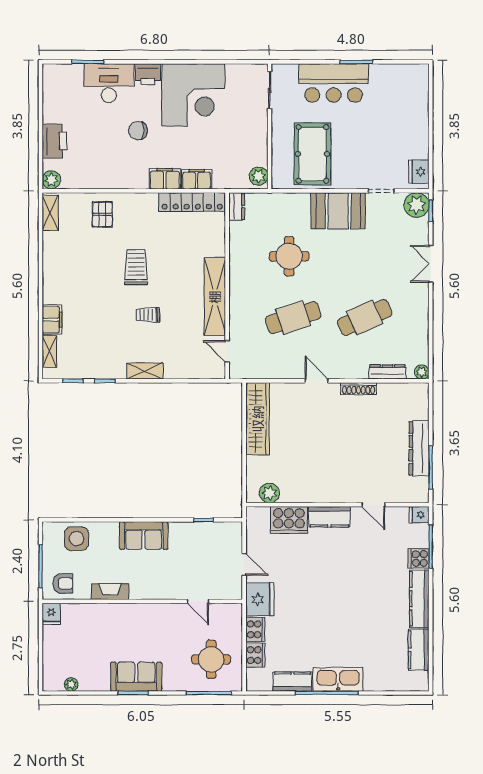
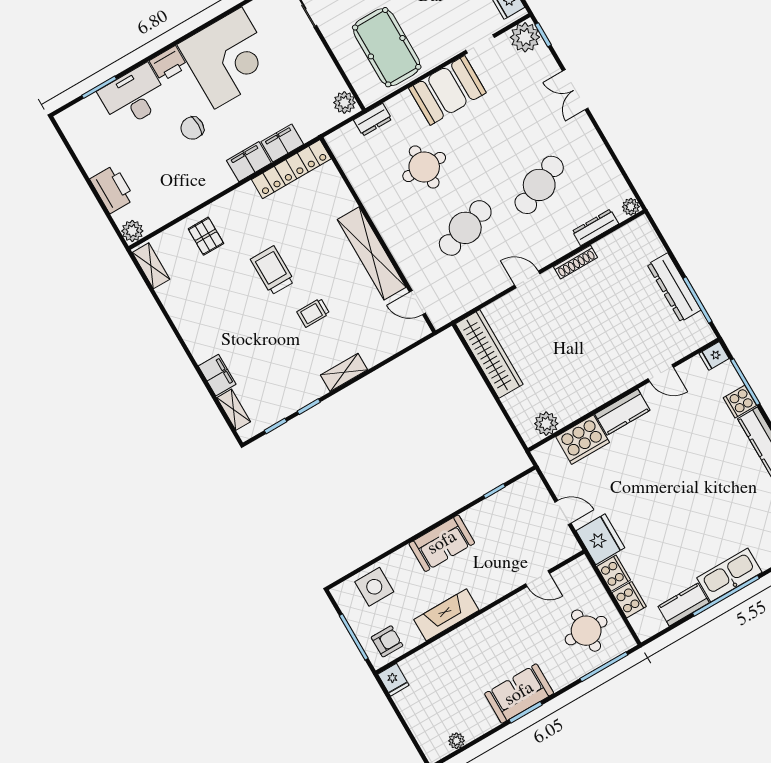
dresser: (237, 207) -> (373, 120), moved, turned 90
fireplace: (110, 592) -> (446, 615), width x1.37, depth x1.32

